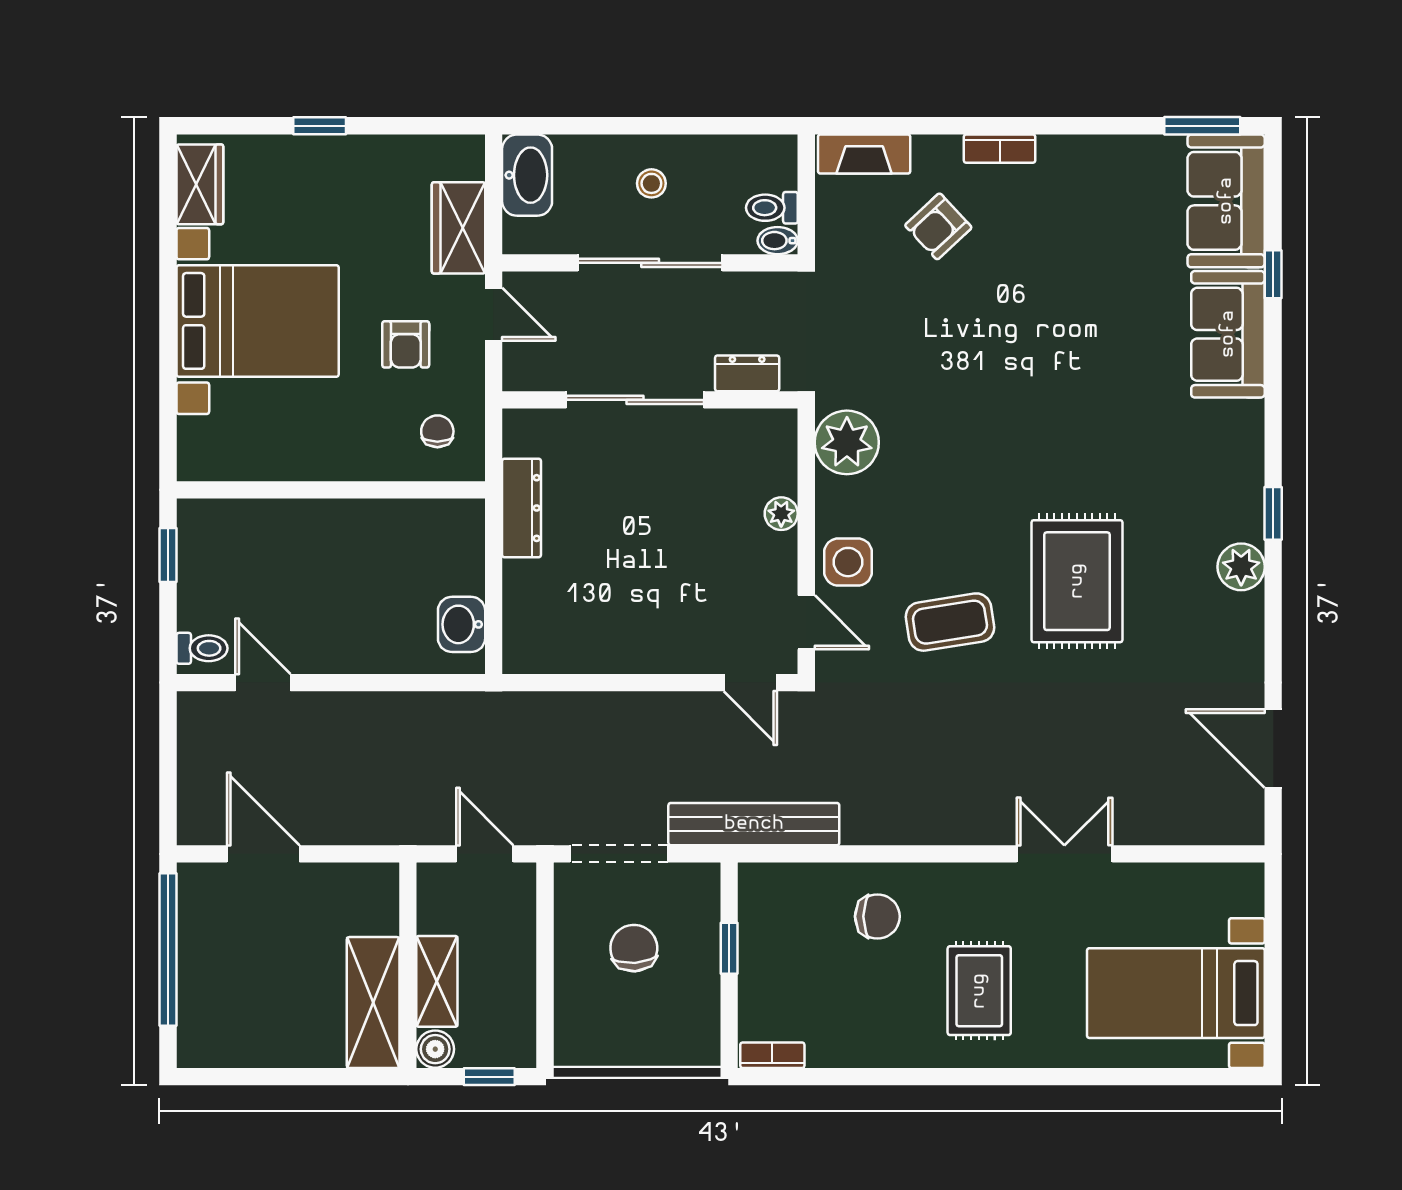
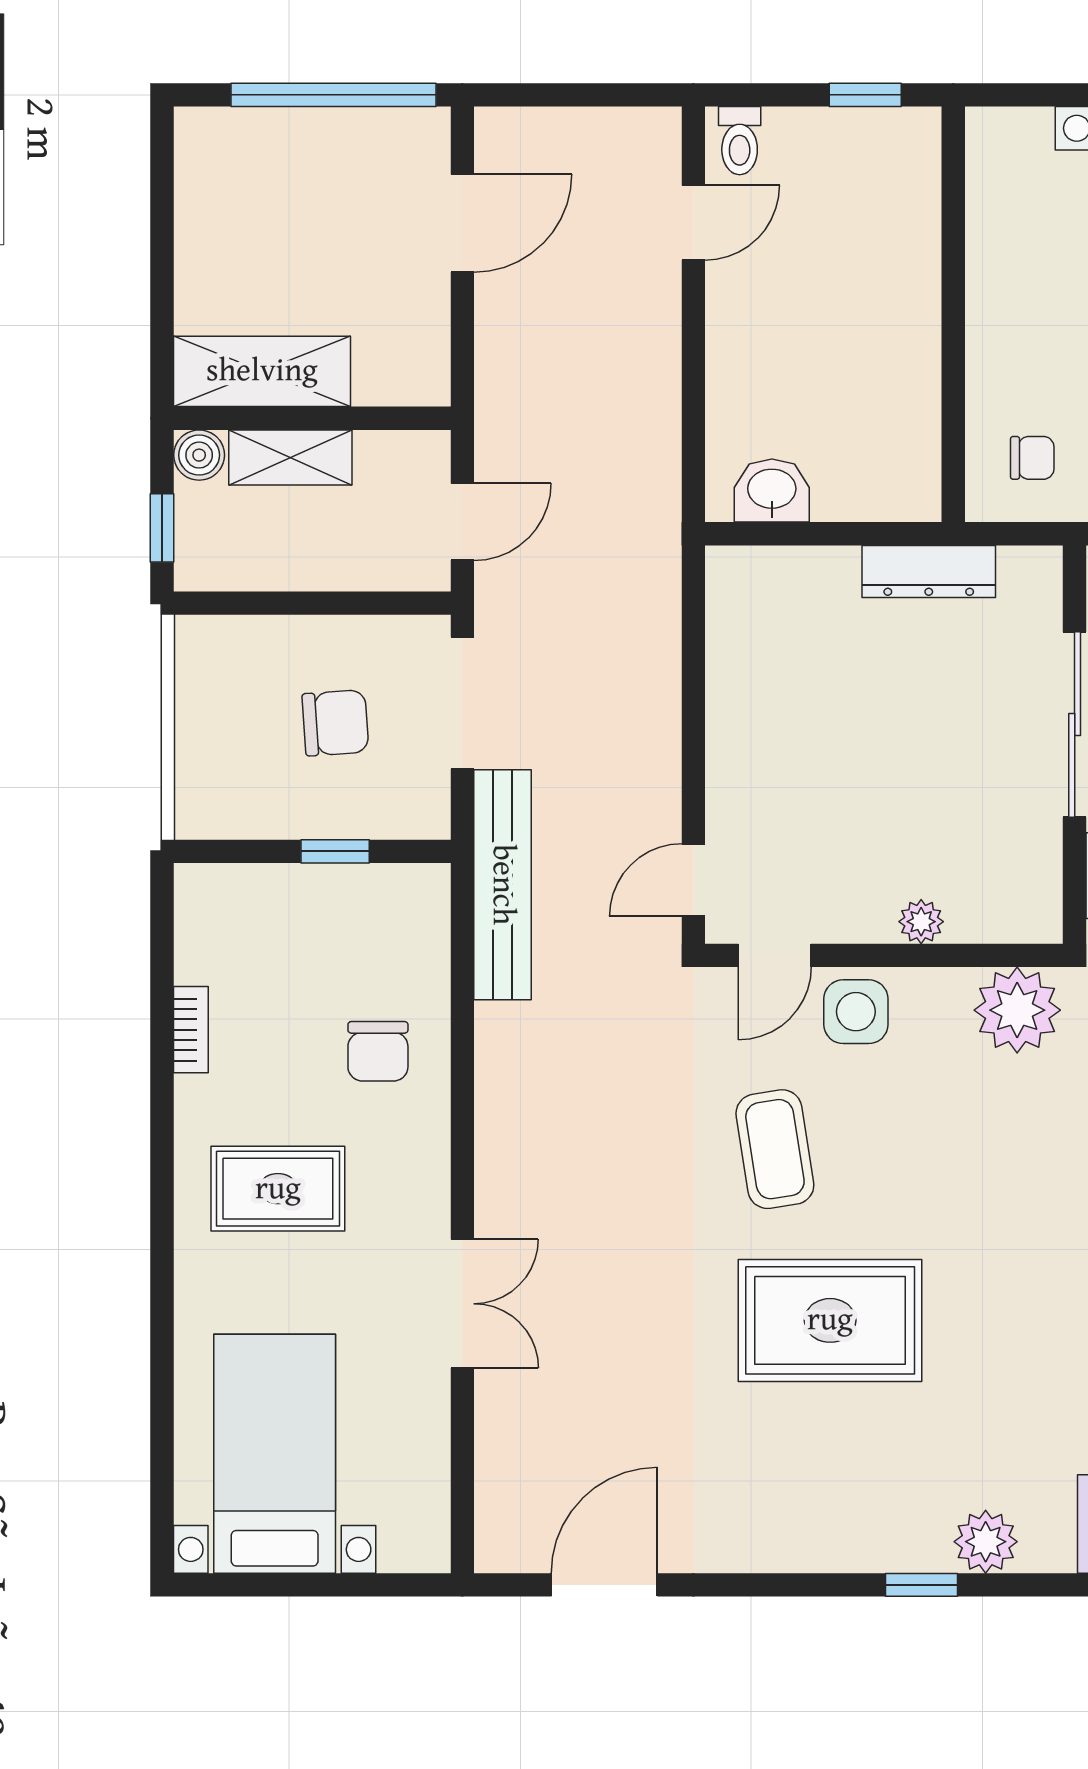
plant: (1241, 567) -> (986, 1542), moved
bookcase: (772, 1055) -> (191, 1030), moved

